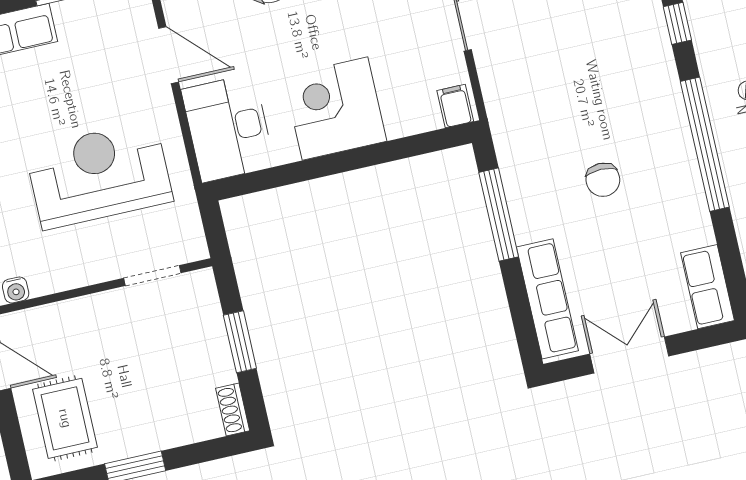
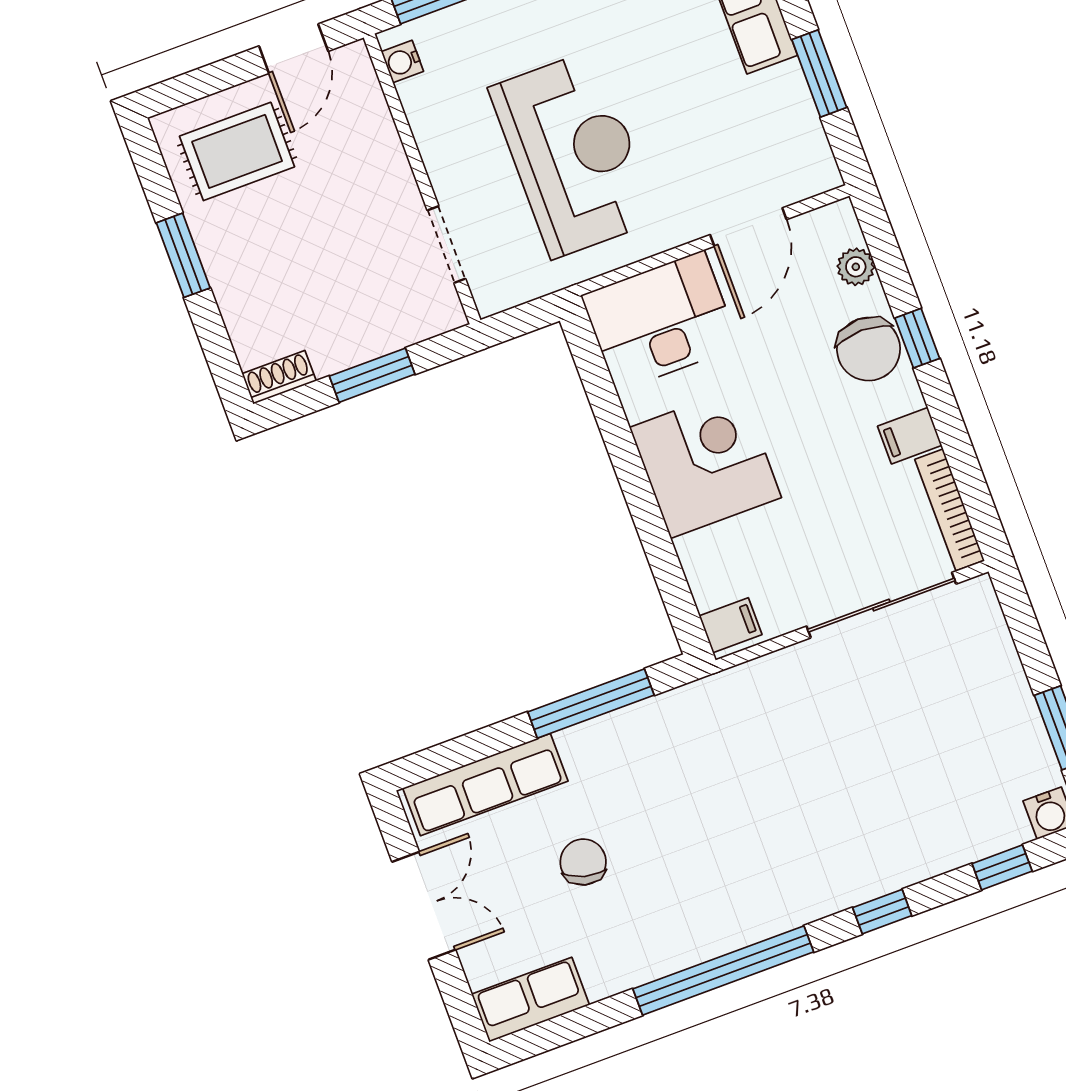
chair: (603, 180) -> (583, 862), moved, turned 105

